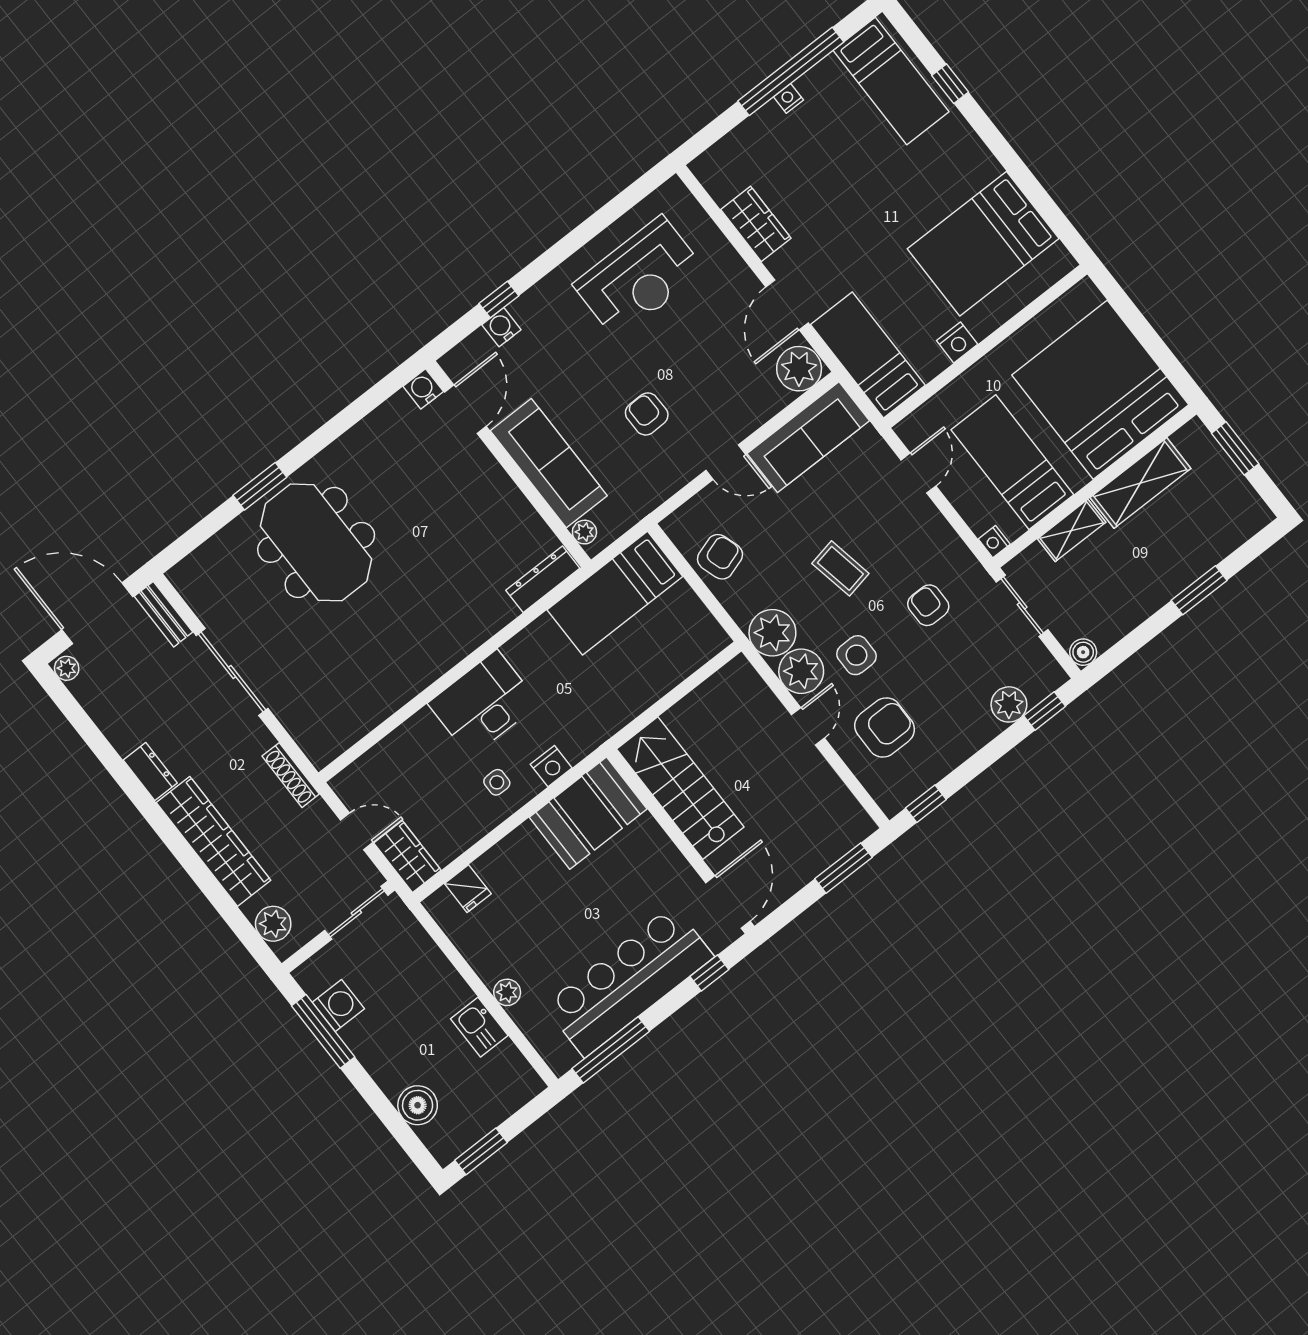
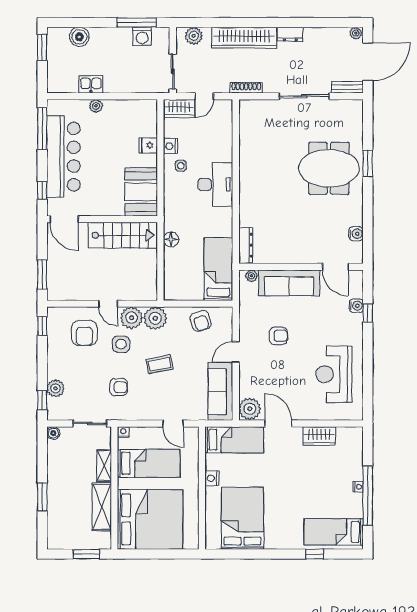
water cooler: (423, 389) -> (356, 234), moved
floor lamp: (627, 706) -> (171, 240), added
nightstand: (551, 766) -> (171, 146), moved
fridge: (468, 889) -> (148, 145), moved

